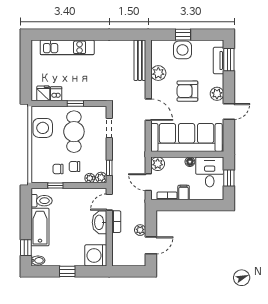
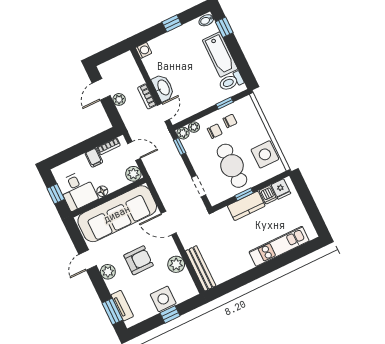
kitchen counter: (78, 93) -> (246, 206), added
washing machine: (96, 255) -> (144, 50), width x0.53, depth x0.53

